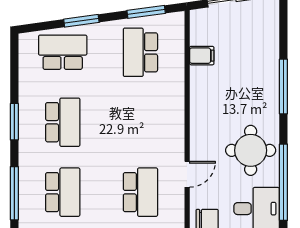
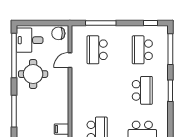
school desk: (63, 122) -> (142, 90), turned 180

